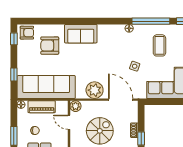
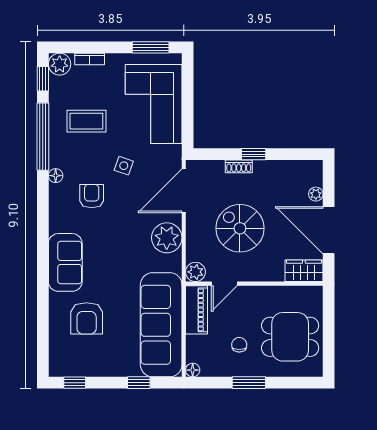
armchair: (27, 33) -> (92, 196), moved
piano: (42, 107) -> (197, 310), moved

